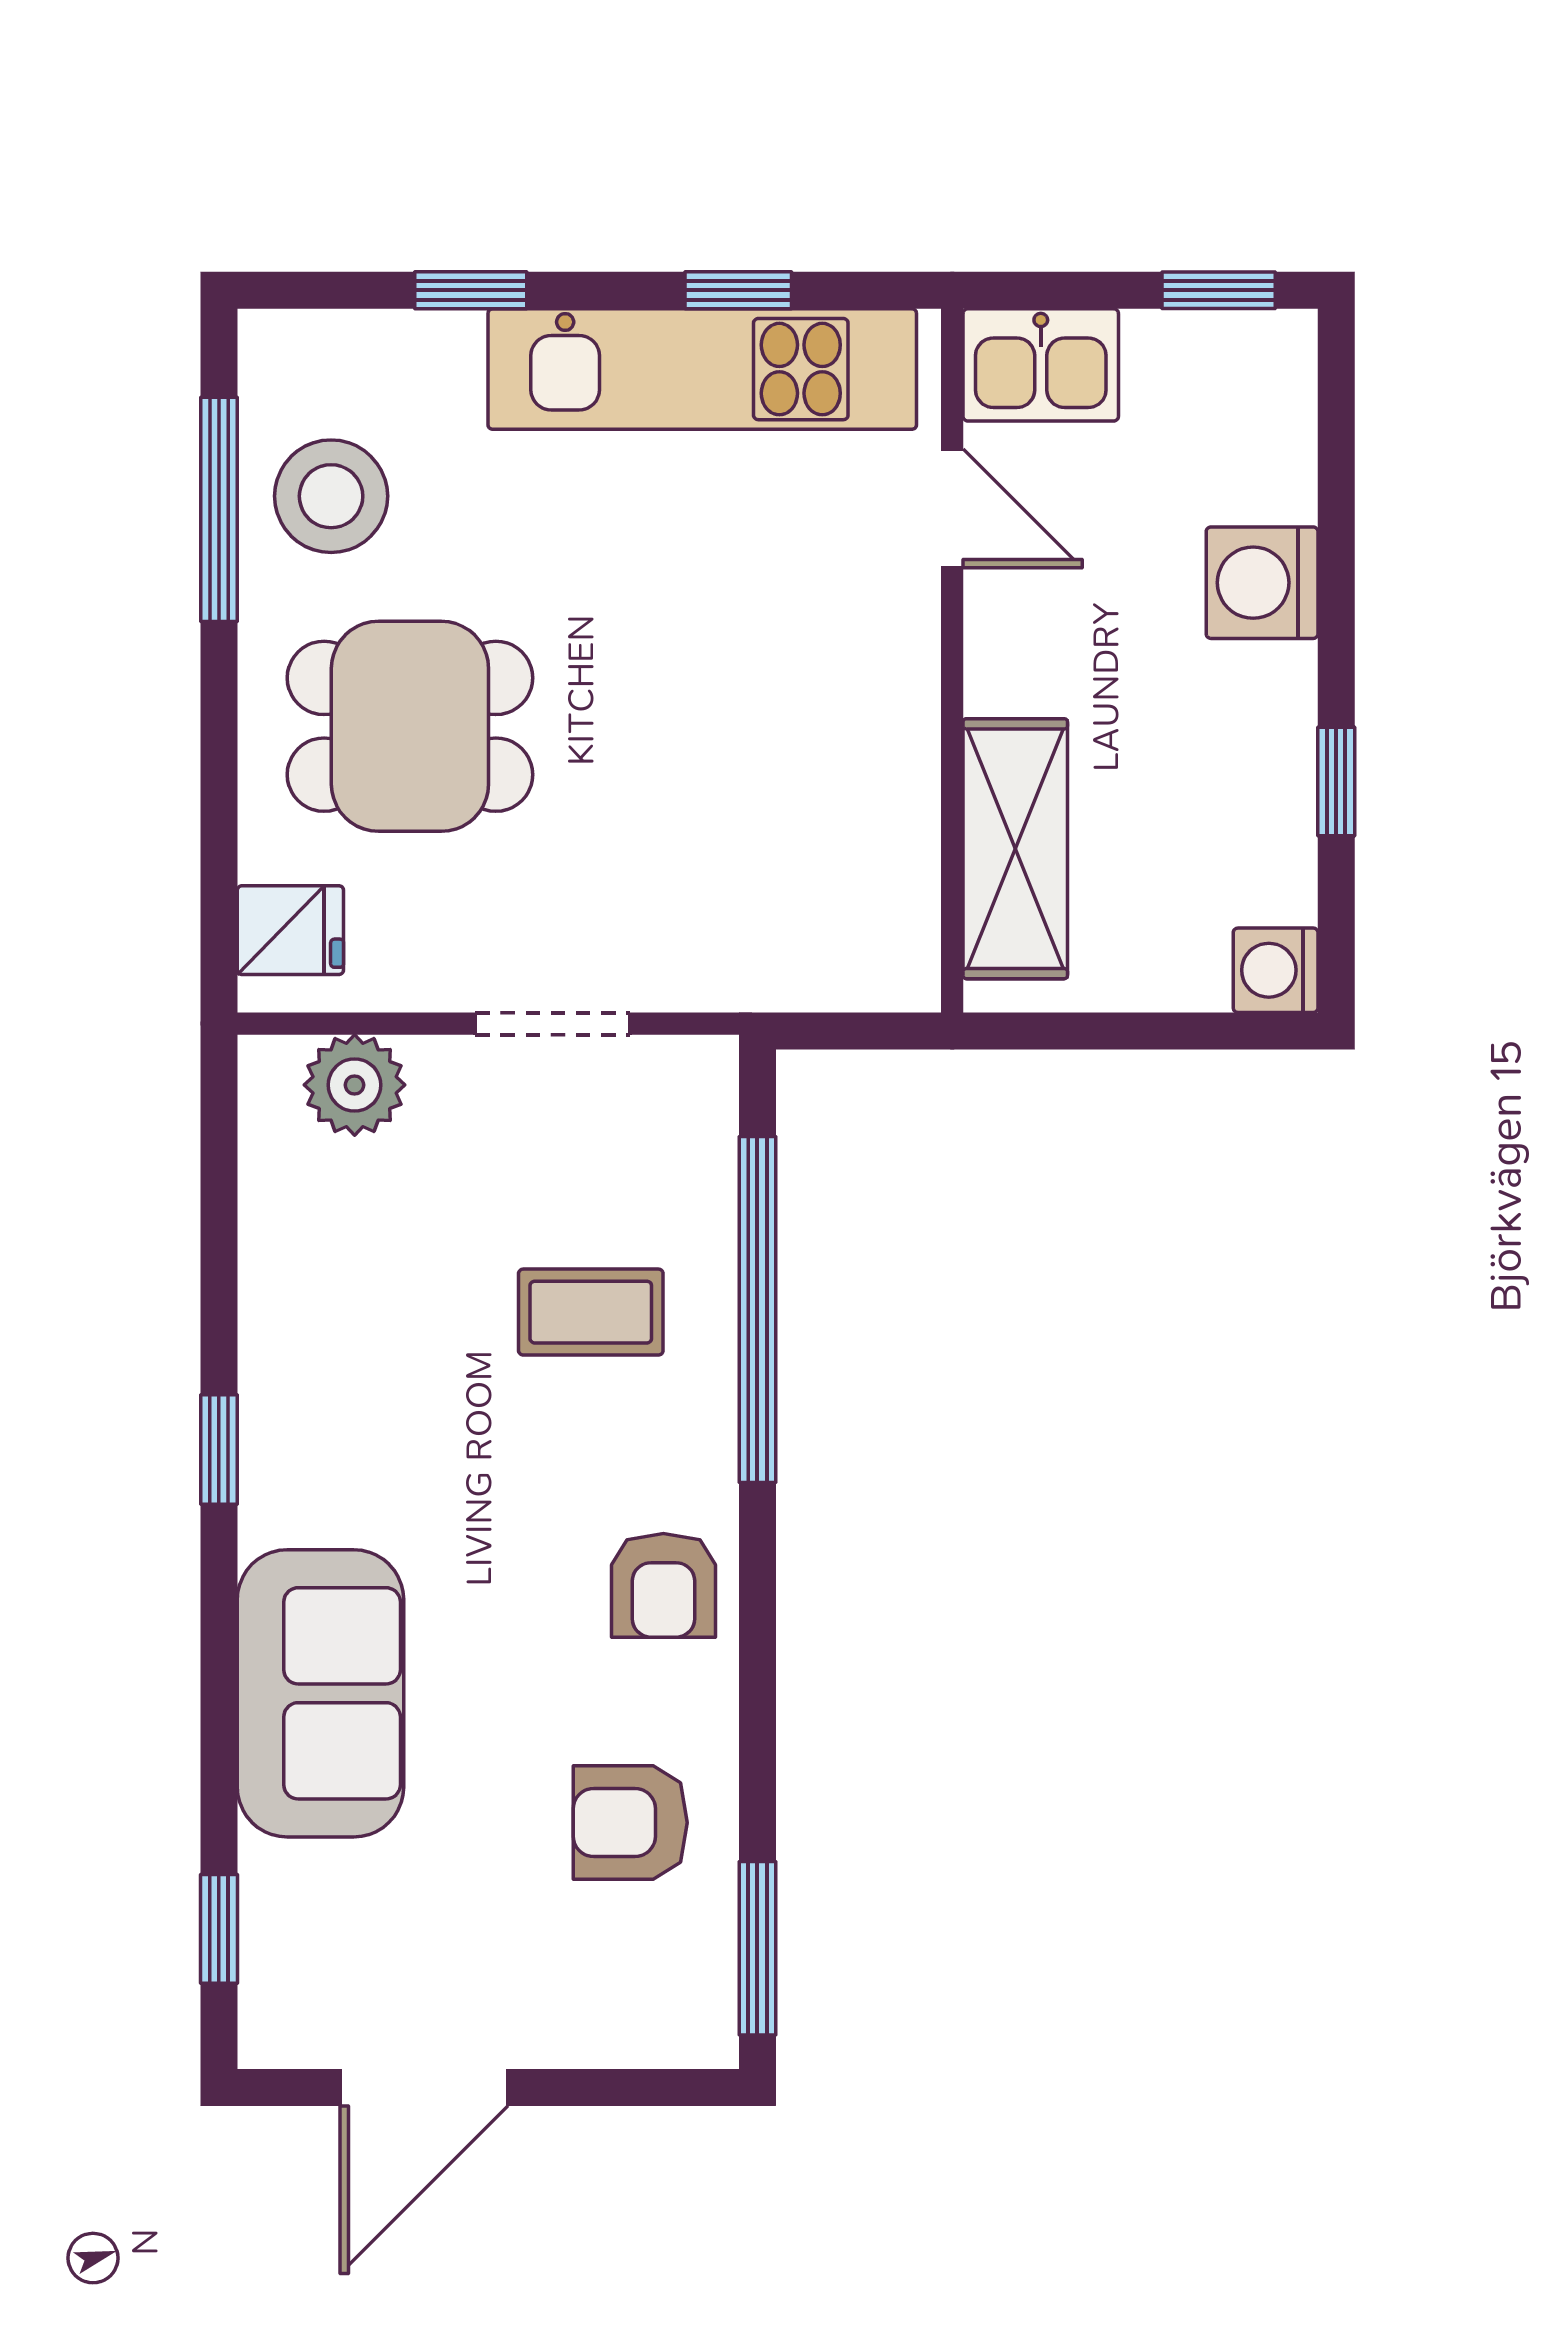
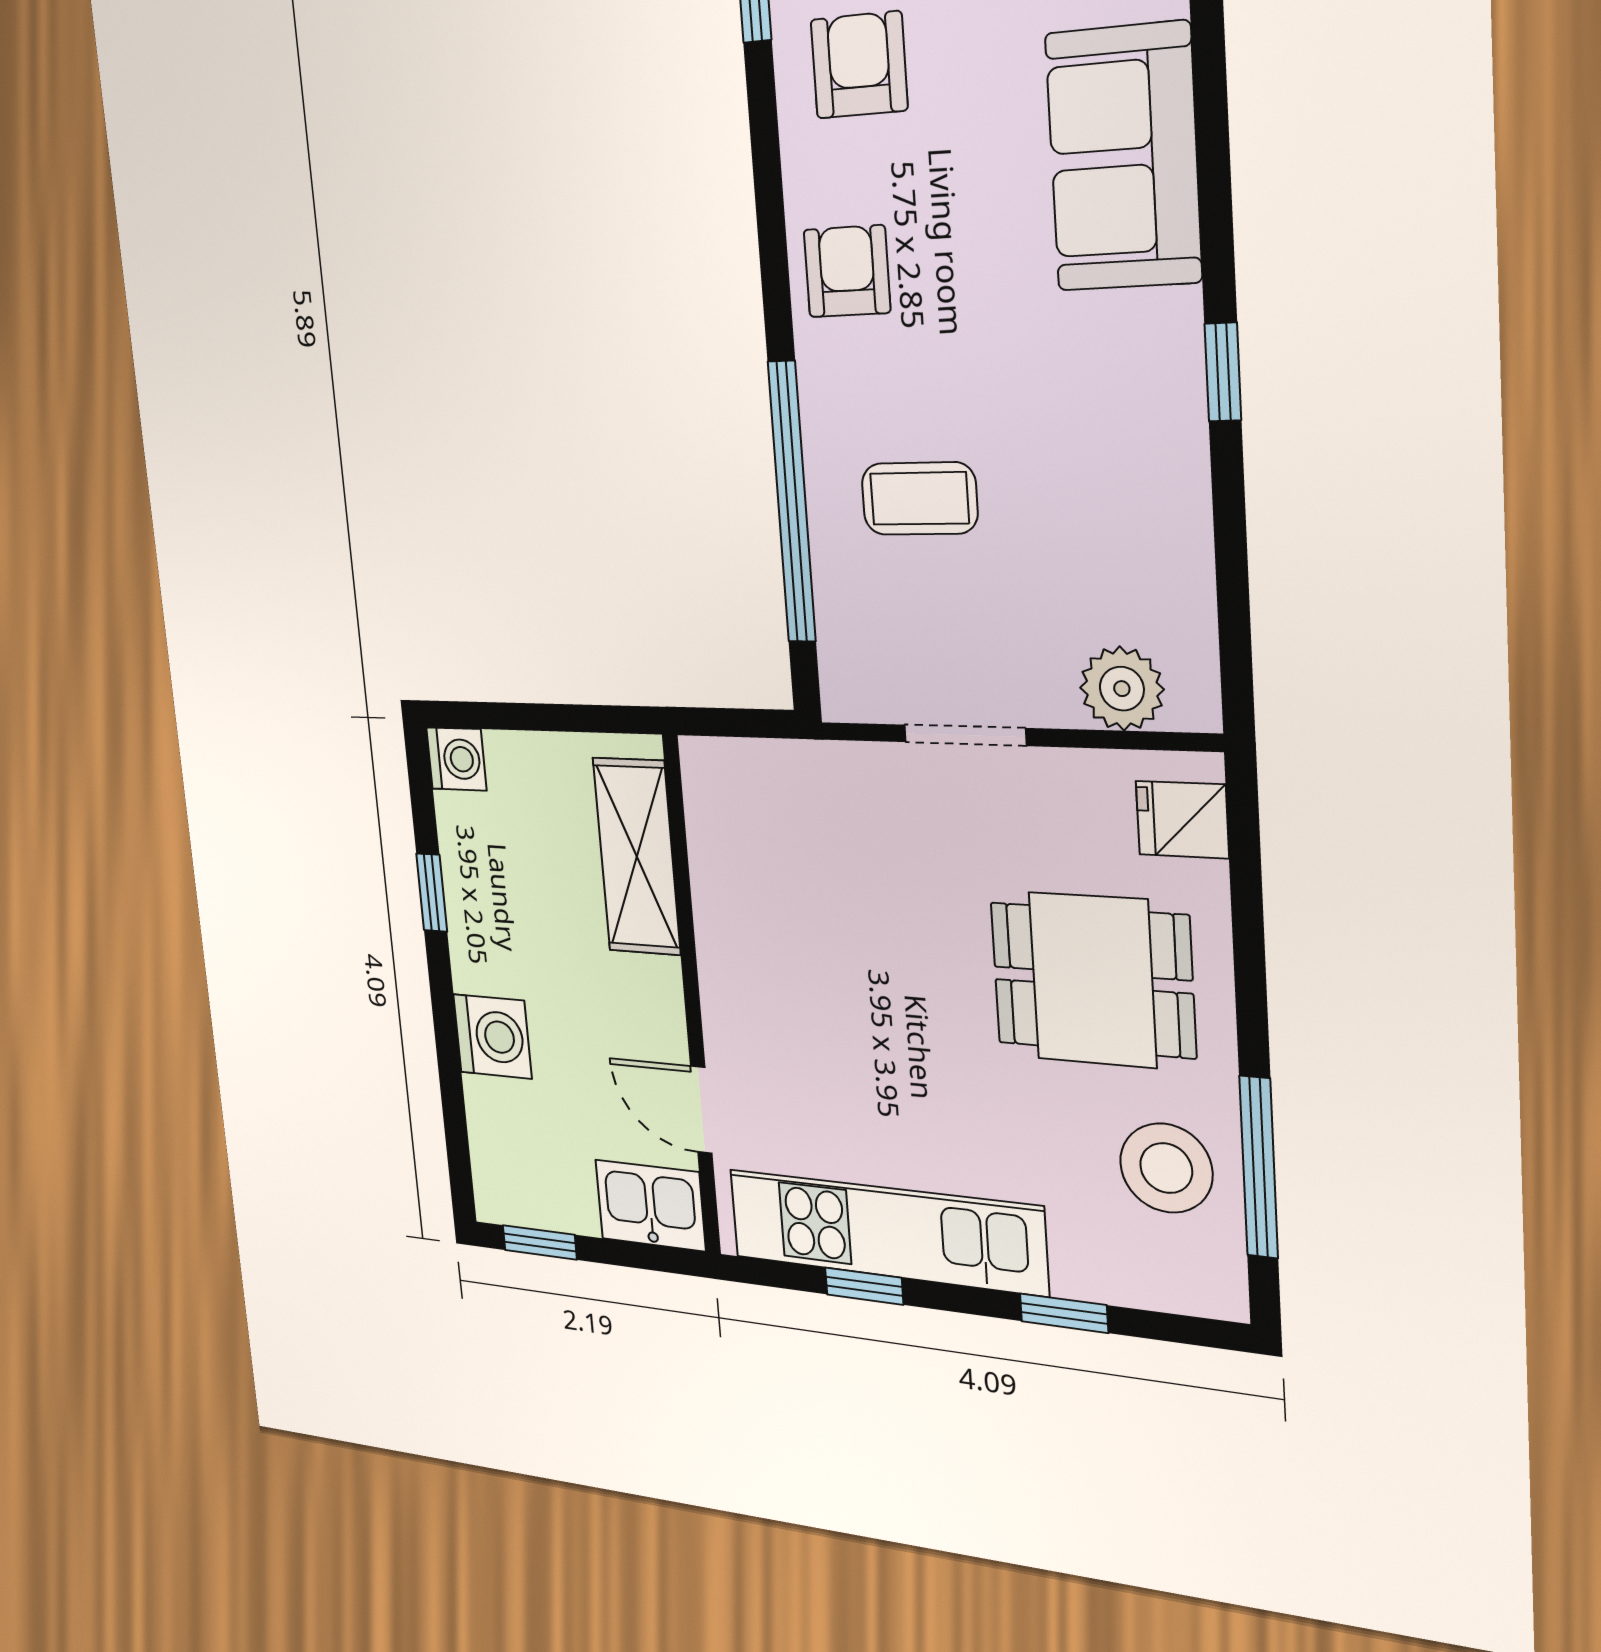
armchair: (630, 1823) -> (859, 65), turned -90

